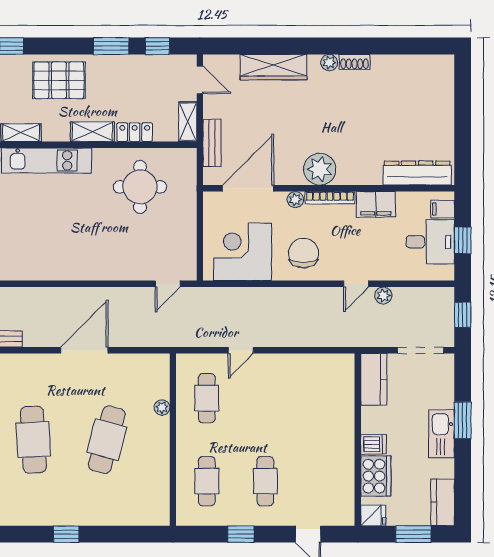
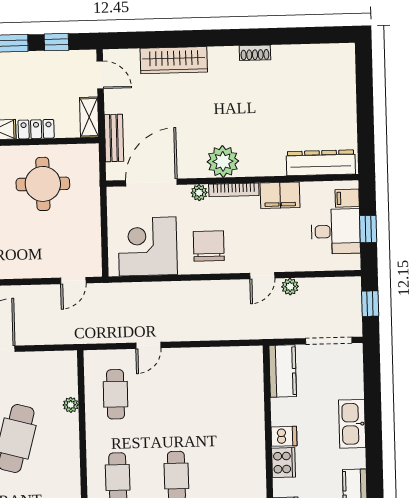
plant: (329, 63) -> (230, 54), removed
window: (463, 420) -> (373, 410), removed
cooker: (376, 476) -> (283, 463), width x0.73, depth x0.76

